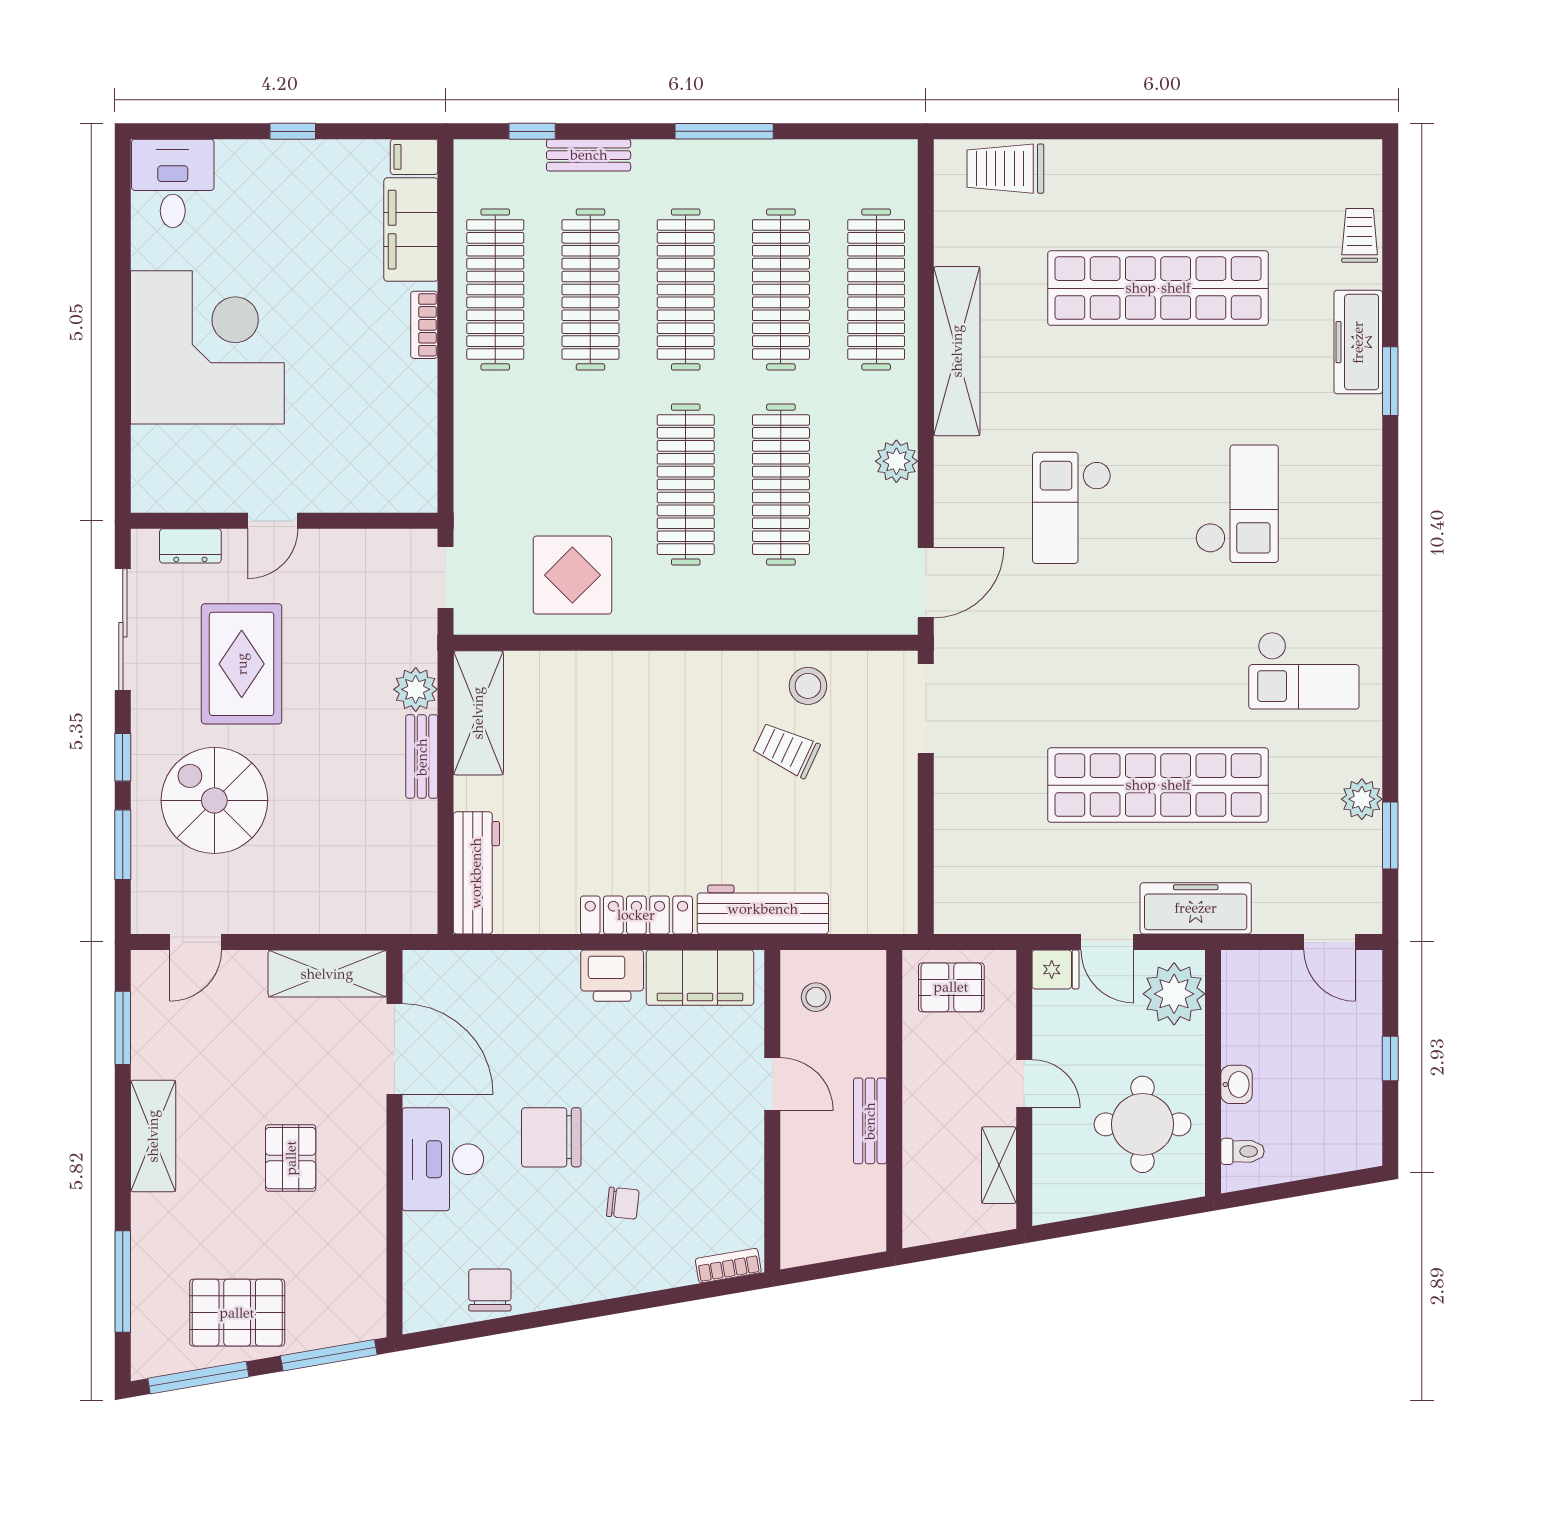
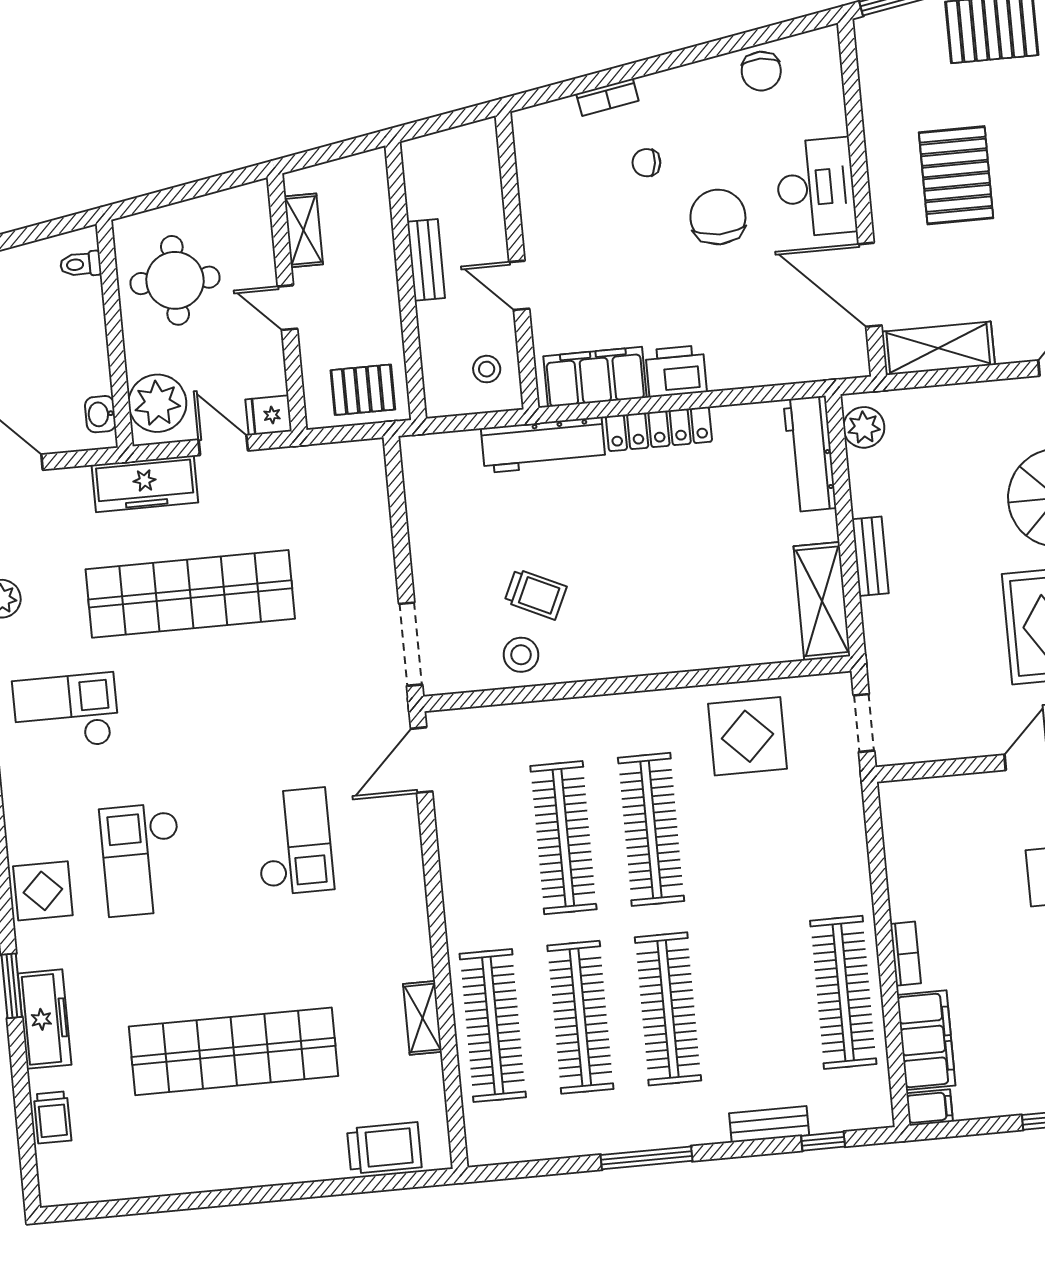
clothes rail: (590, 289) -> (756, 1001), removed
shelving: (957, 351) -> (423, 1018), width x0.45, depth x0.75
plant: (896, 461) -> (459, 869), removed
display table: (1347, 480) -> (43, 891), added
plant: (416, 689) -> (864, 427), moved
washbasin: (1237, 1084) -> (100, 414), moved
chair: (551, 1137) -> (718, 217), turned -90
pallet: (291, 1158) -> (956, 175), width x1.50, depth x1.42
bookcase: (728, 1266) -> (607, 97), moved

